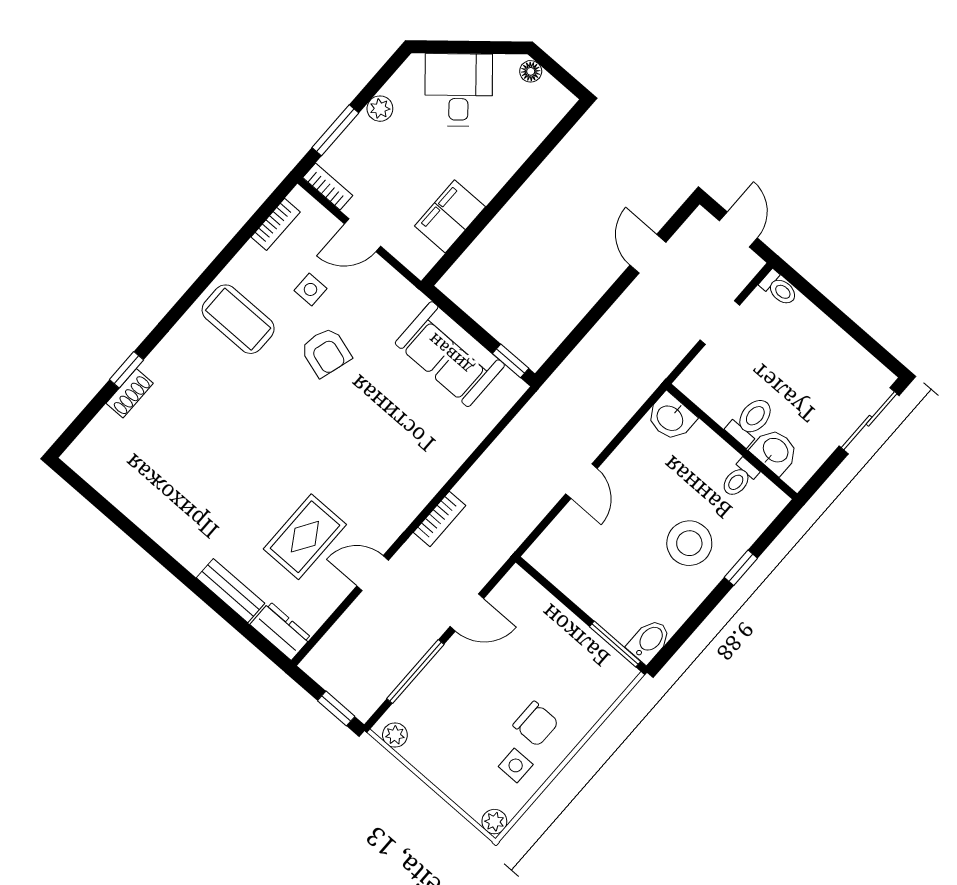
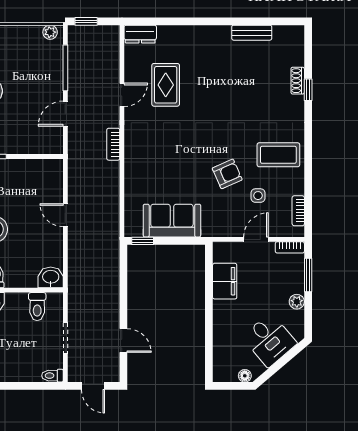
armchair: (326, 352) -> (227, 174), turned 139
toilet: (751, 421) -> (37, 307), moved
bench: (231, 591) -> (252, 33), moved

